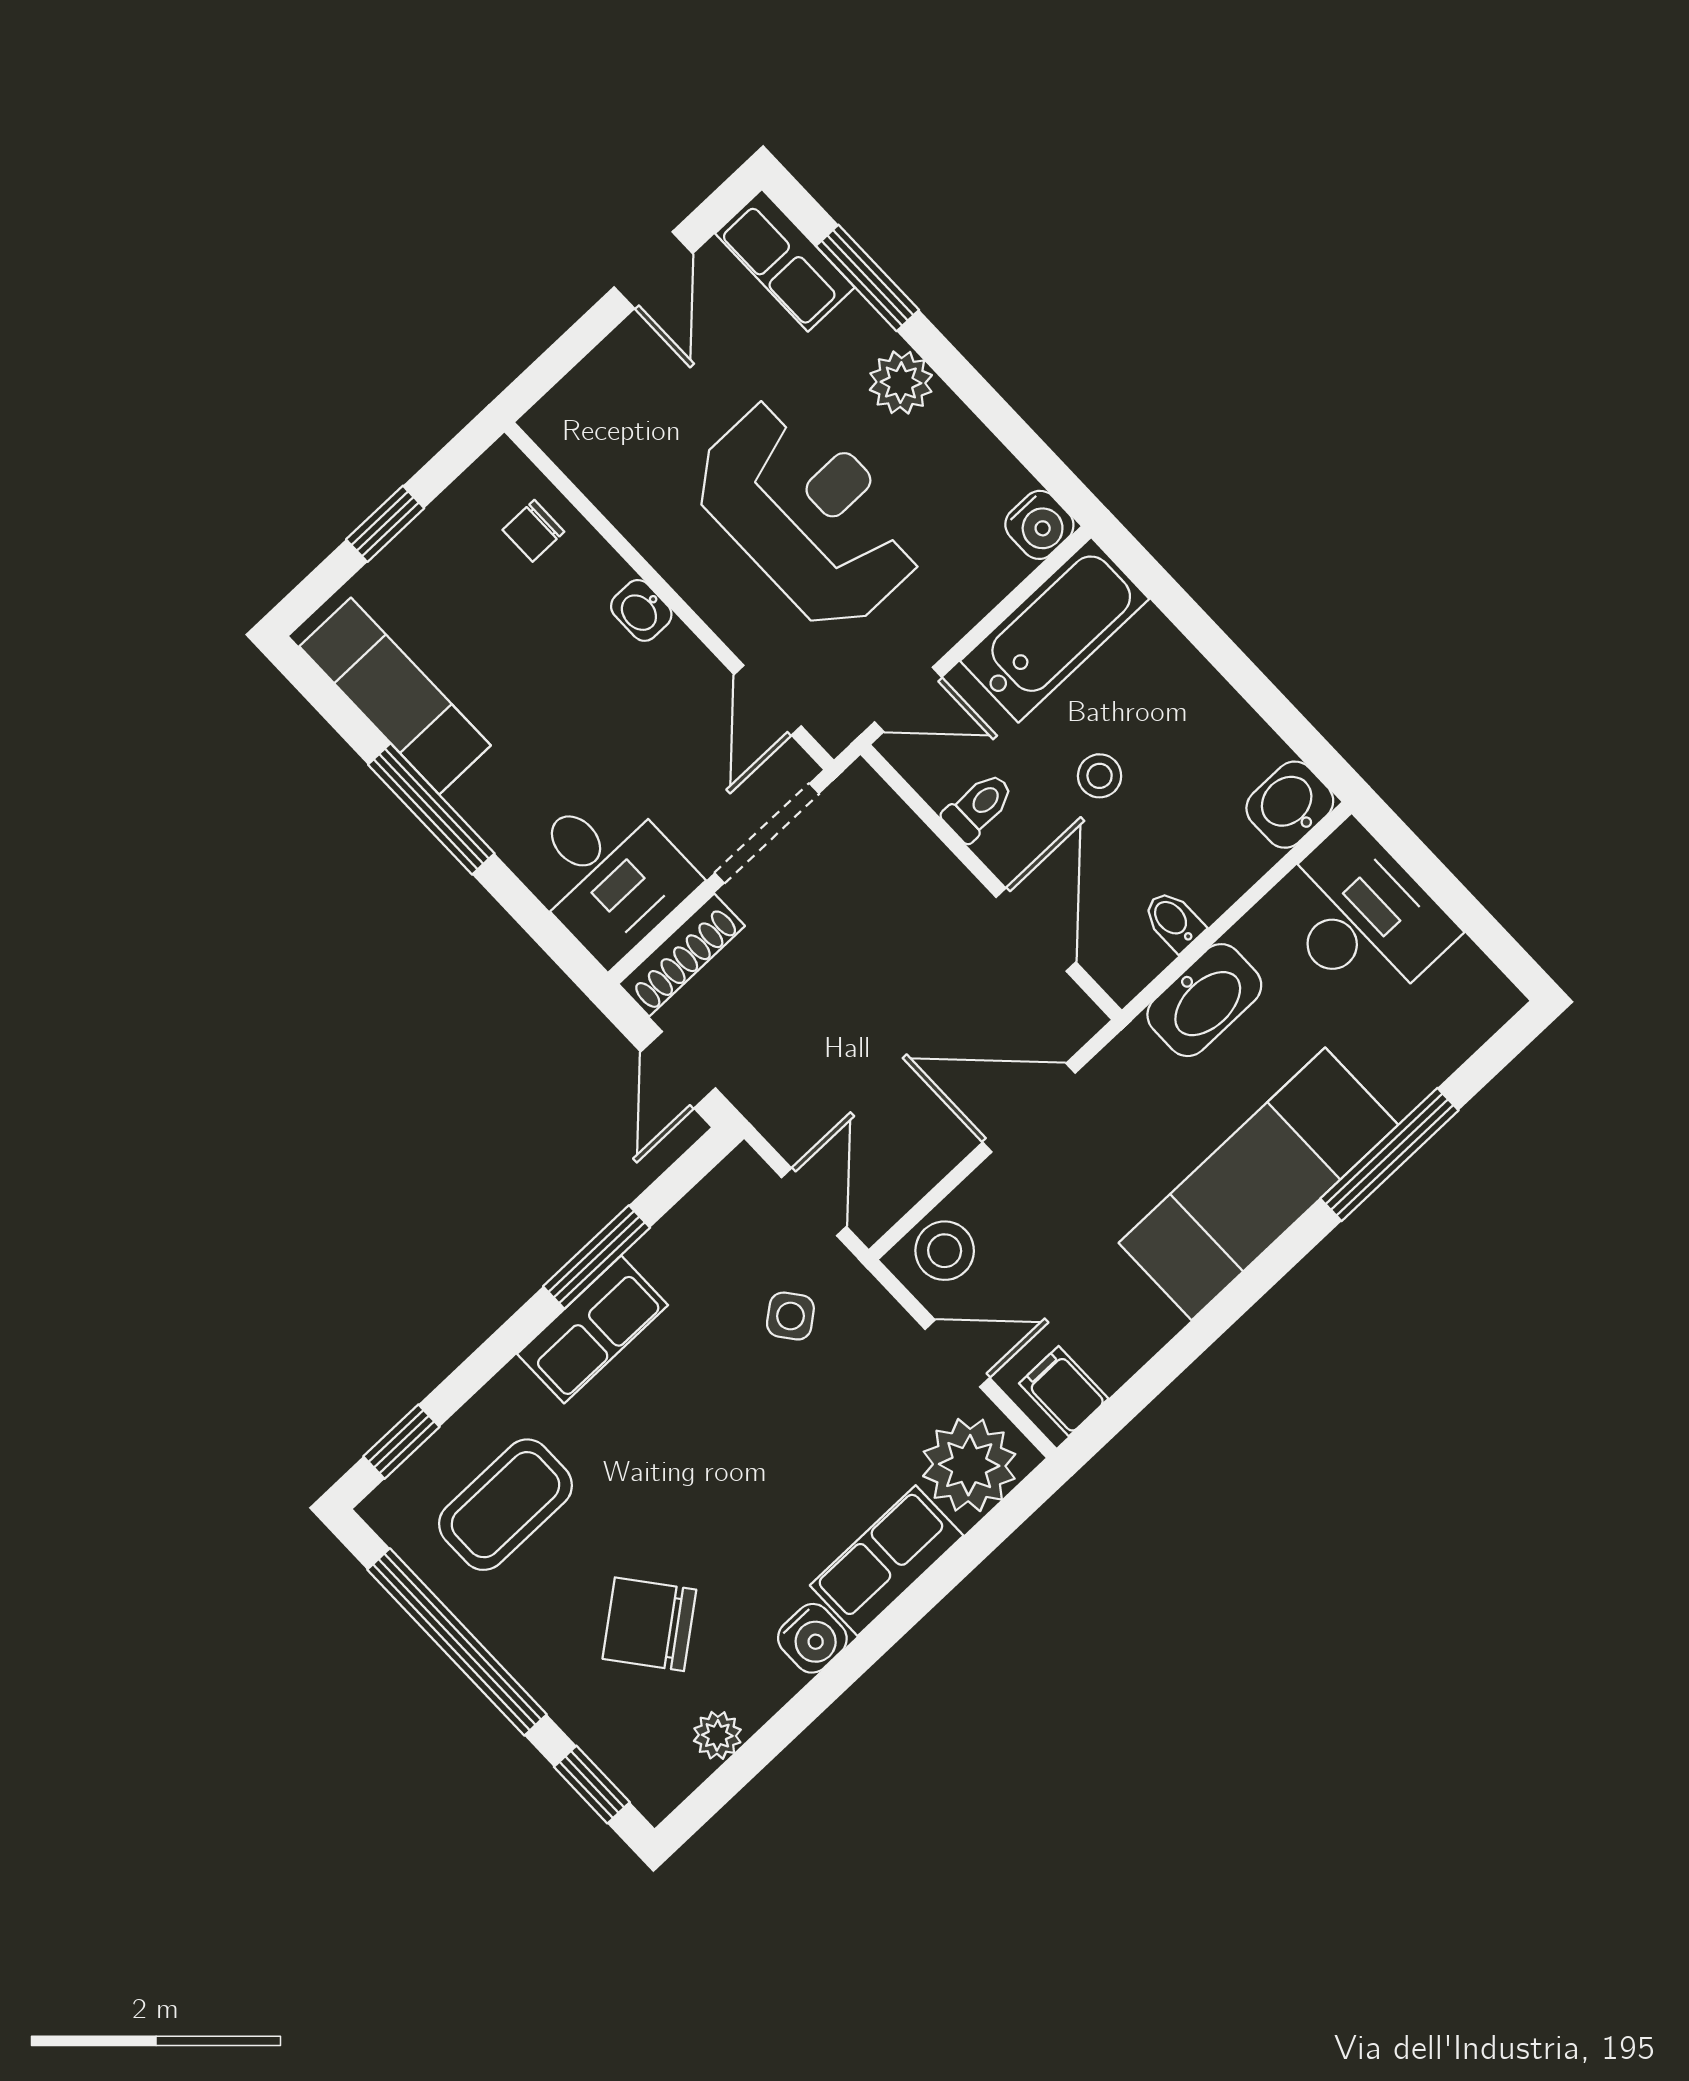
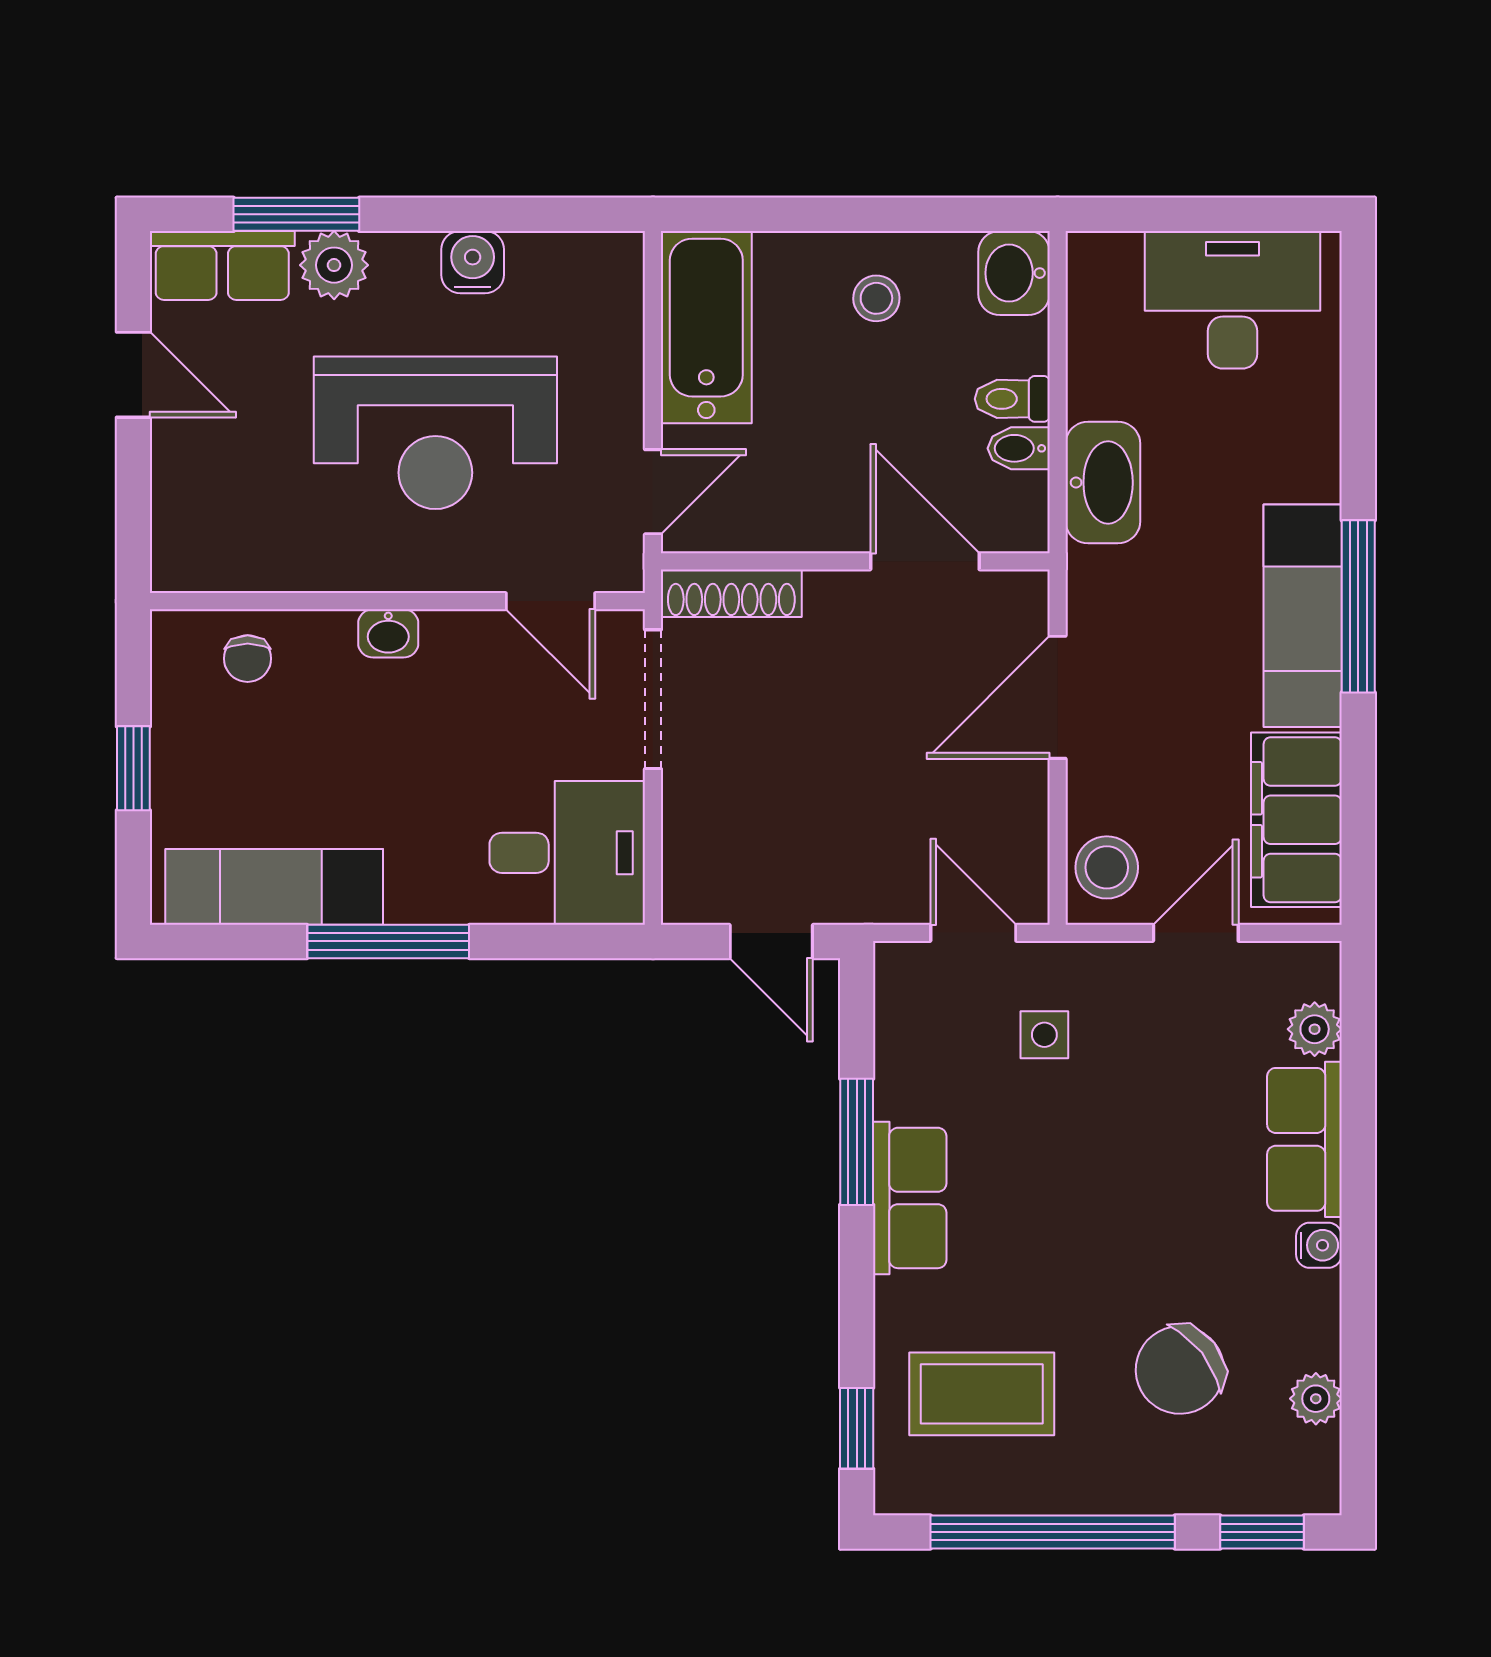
plant: (901, 383) -> (334, 265), moved
reception desk: (808, 513) -> (435, 433), turned 180
water cooler: (1039, 525) -> (473, 262), moved, turned -90
stool: (1100, 776) -> (876, 298), moved
toilet: (978, 807) -> (1012, 399), moved, turned -90
desk: (1361, 917) -> (1233, 300), moved
shoe rack: (682, 955) -> (731, 593), moved, turned 90
window: (1389, 1155) -> (1358, 606), moved
exam couch: (1258, 1184) -> (1303, 616), width x0.73, depth x0.69
side table: (790, 1316) -> (1044, 1035), turned 38
filing cabinet: (1064, 1391) -> (1296, 820), width x3.00, depth x1.17
plant: (969, 1465) -> (1315, 1029), width x0.53, depth x0.53
coffee table: (505, 1505) -> (982, 1394), turned 90
water cooler: (812, 1638) -> (1319, 1245), width x0.72, depth x0.72

